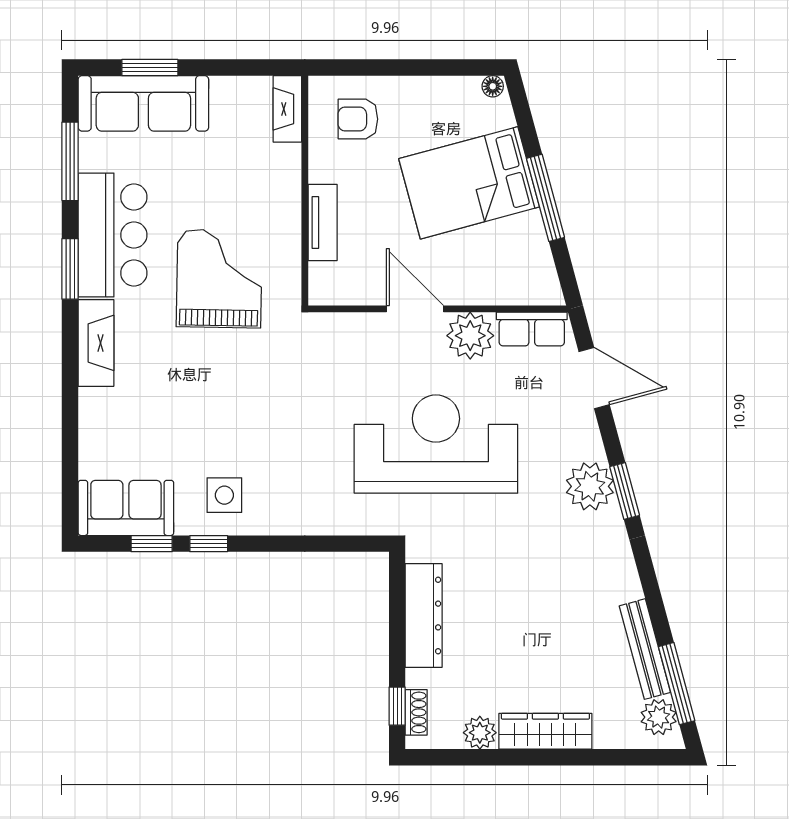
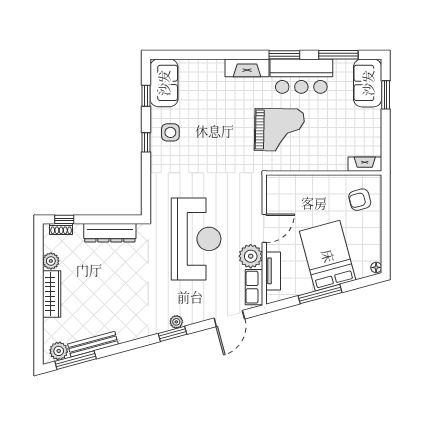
sofa: (143, 103) -> (368, 83), width x0.73
armchair: (358, 119) -> (360, 200), turned -105
tv unit: (323, 222) -> (273, 271), moved, turned -90
plant: (590, 486) -> (176, 322), width x0.53, depth x0.53
window: (209, 544) -> (146, 142), moved

